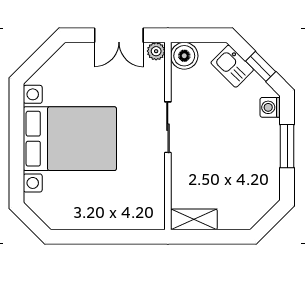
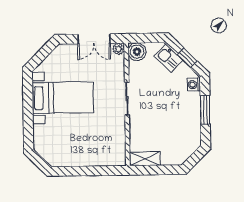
bed with nightstands: (70, 139) -> (63, 98), width x0.73

